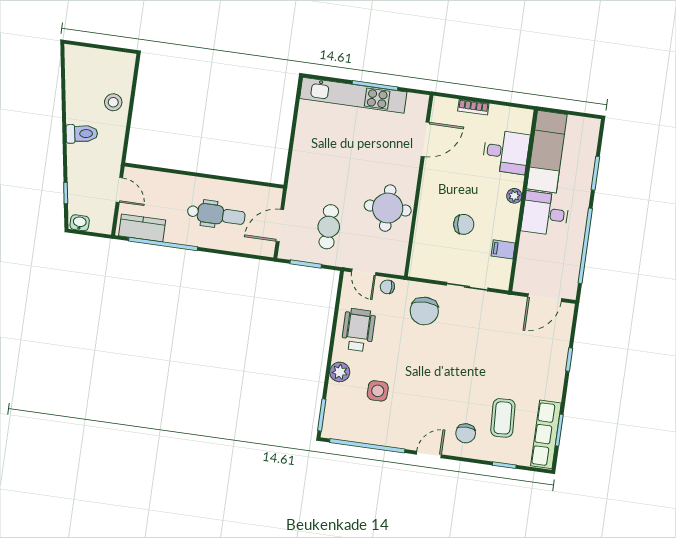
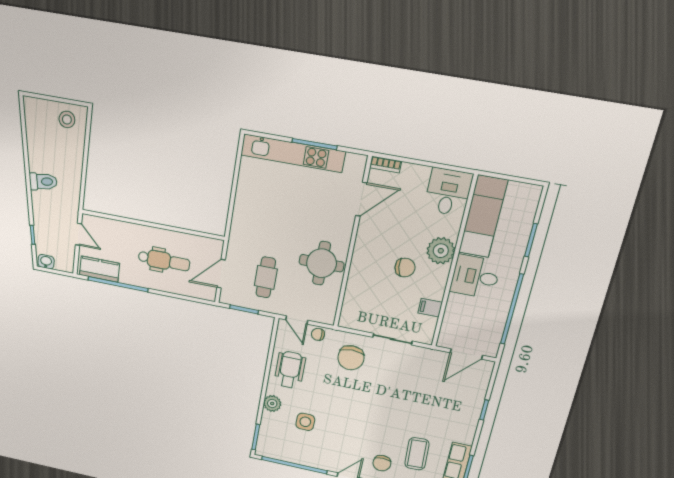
stool: (113, 102) -> (67, 119), moved
bookcase: (473, 107) -> (386, 164), moved
desk: (506, 152) -> (448, 192), moved, turned -90
plant: (514, 196) -> (441, 251), width x1.87, depth x1.87
chair: (464, 224) -> (405, 268), moved

